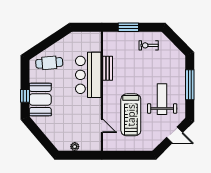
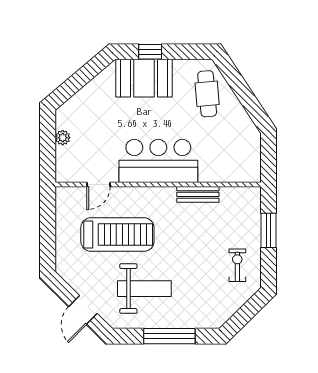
bar counter: (88, 75) -> (158, 161), moved
treadmill: (131, 115) -> (117, 235), turned 180

